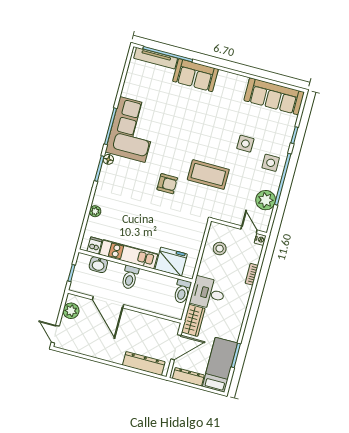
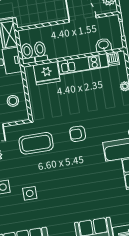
coffee table: (208, 175) -> (36, 143), moved
toilet: (130, 277) -> (40, 52), moved

